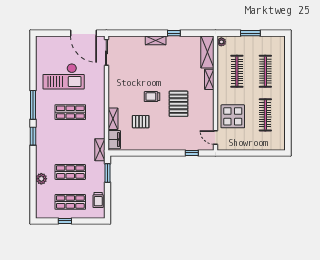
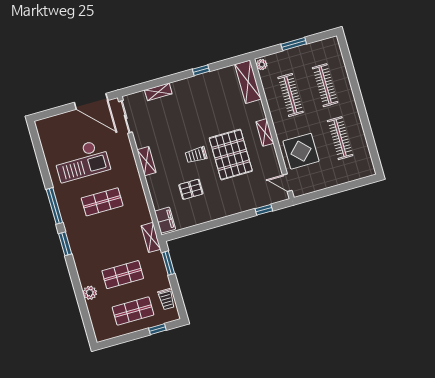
shelving: (156, 40) -> (158, 92), moved
shelving: (209, 79) -> (265, 132), moved
pallet: (179, 104) -> (231, 155), width x1.37, depth x1.41
shelving: (113, 119) -> (147, 161), moved
window: (65, 221) -> (157, 329), moved

